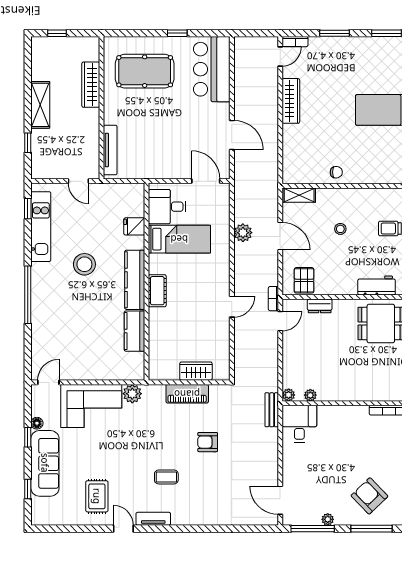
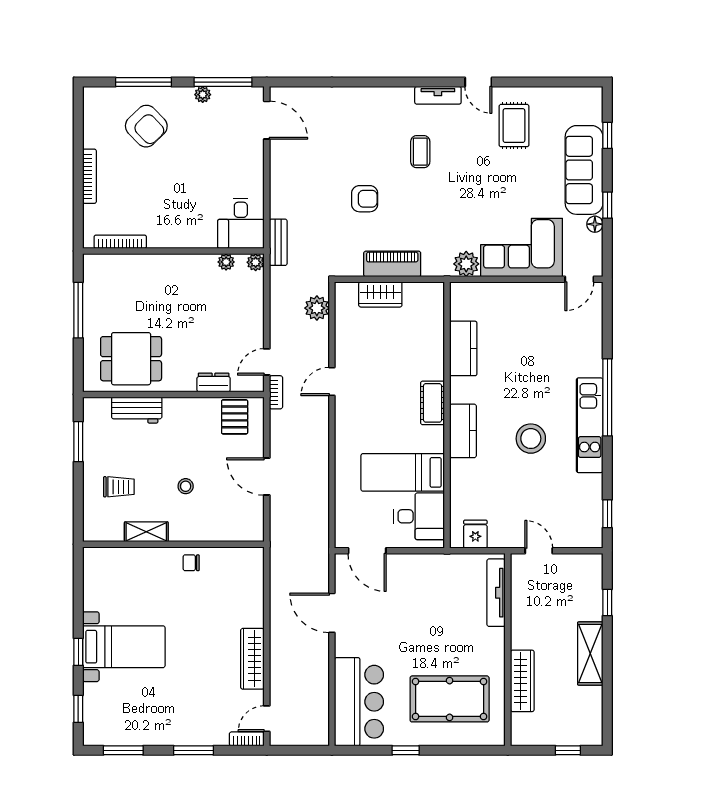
shelving: (299, 195) -> (146, 532), moved
fridge: (134, 226) -> (475, 534), moved, turned -90
kitchen unit: (41, 227) -> (590, 425), moved
plant: (243, 233) -> (317, 308), moved
kitchen counter: (135, 280) -> (463, 431), width x0.67
coffee table: (166, 477) -> (420, 152), turned 90

